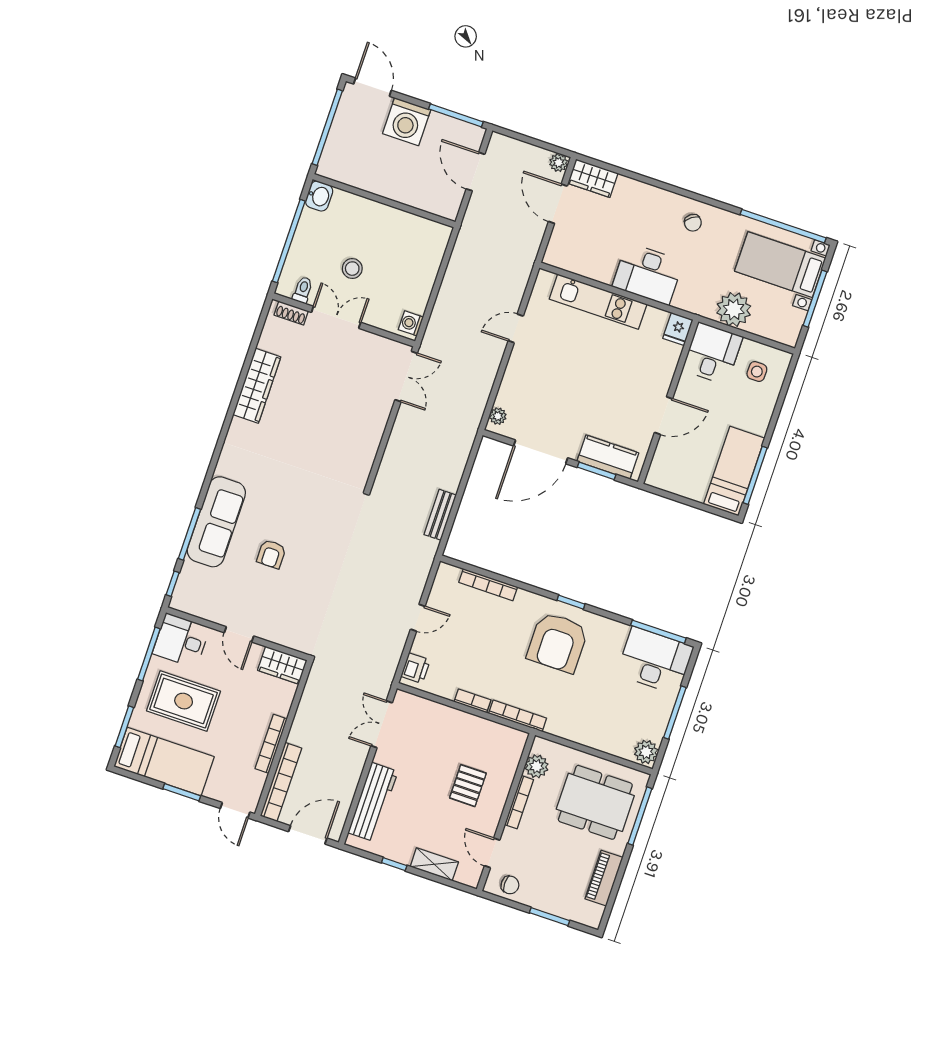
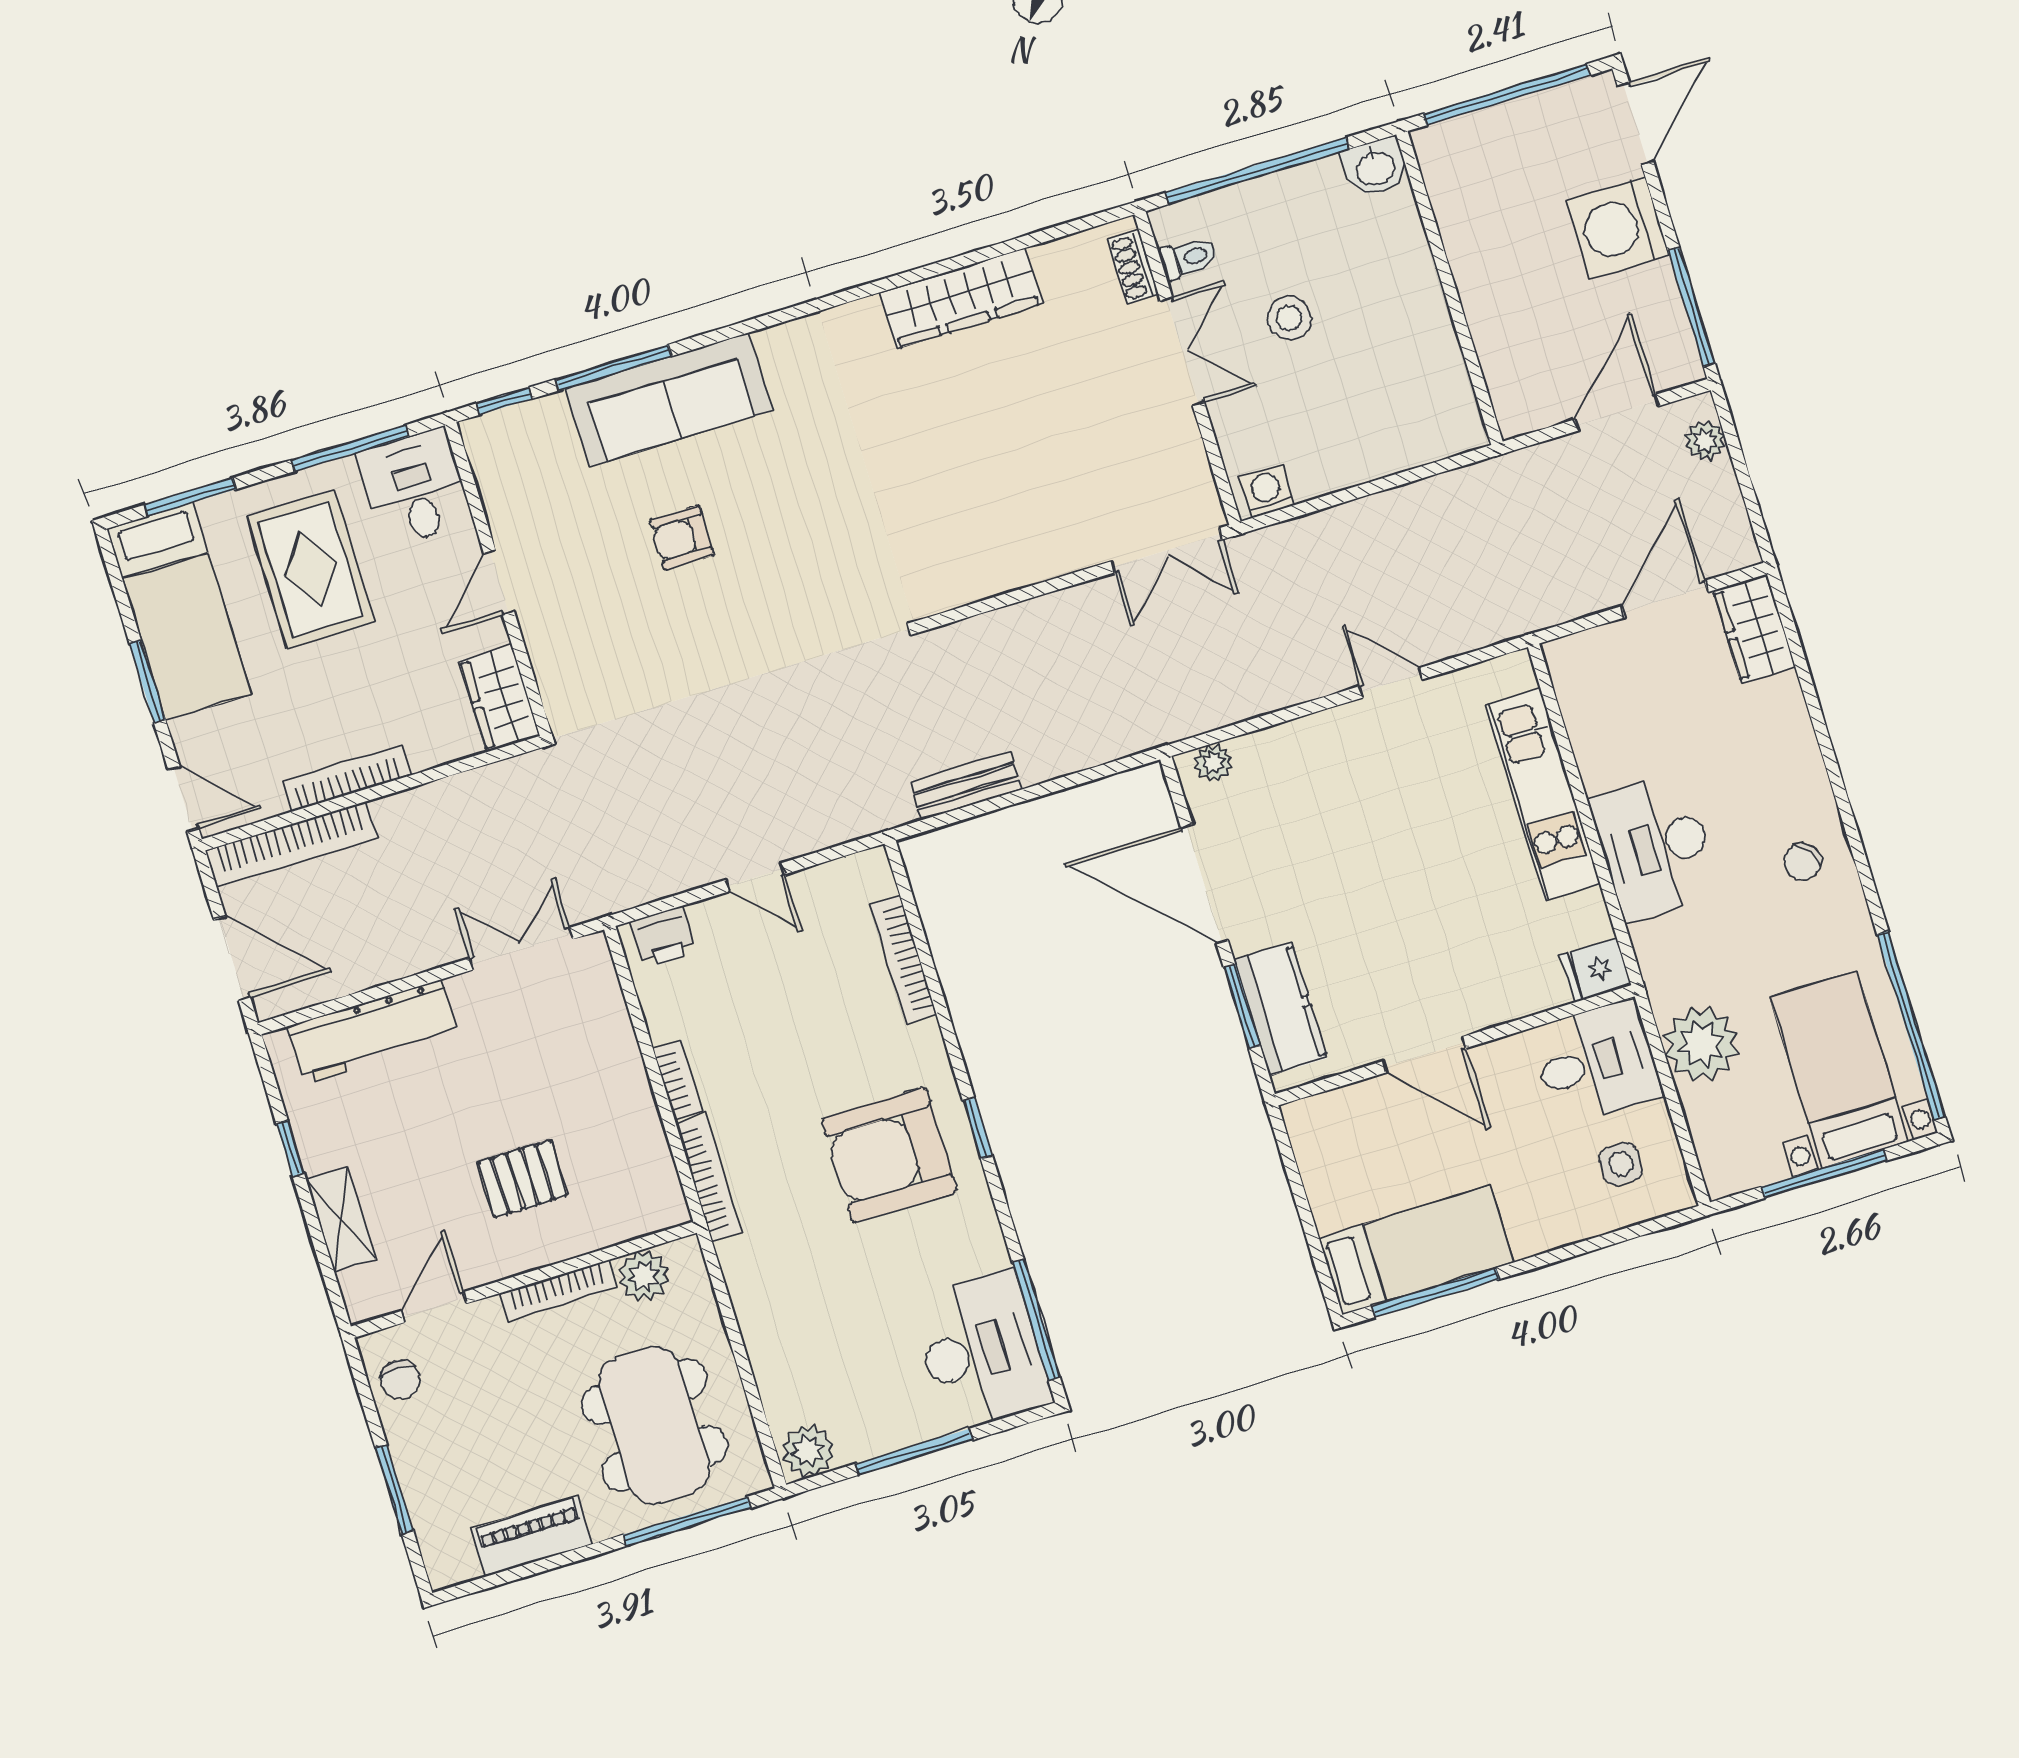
plant: (559, 163) -> (1705, 440), moved
door: (235, 810) -> (183, 799), swing flipped

